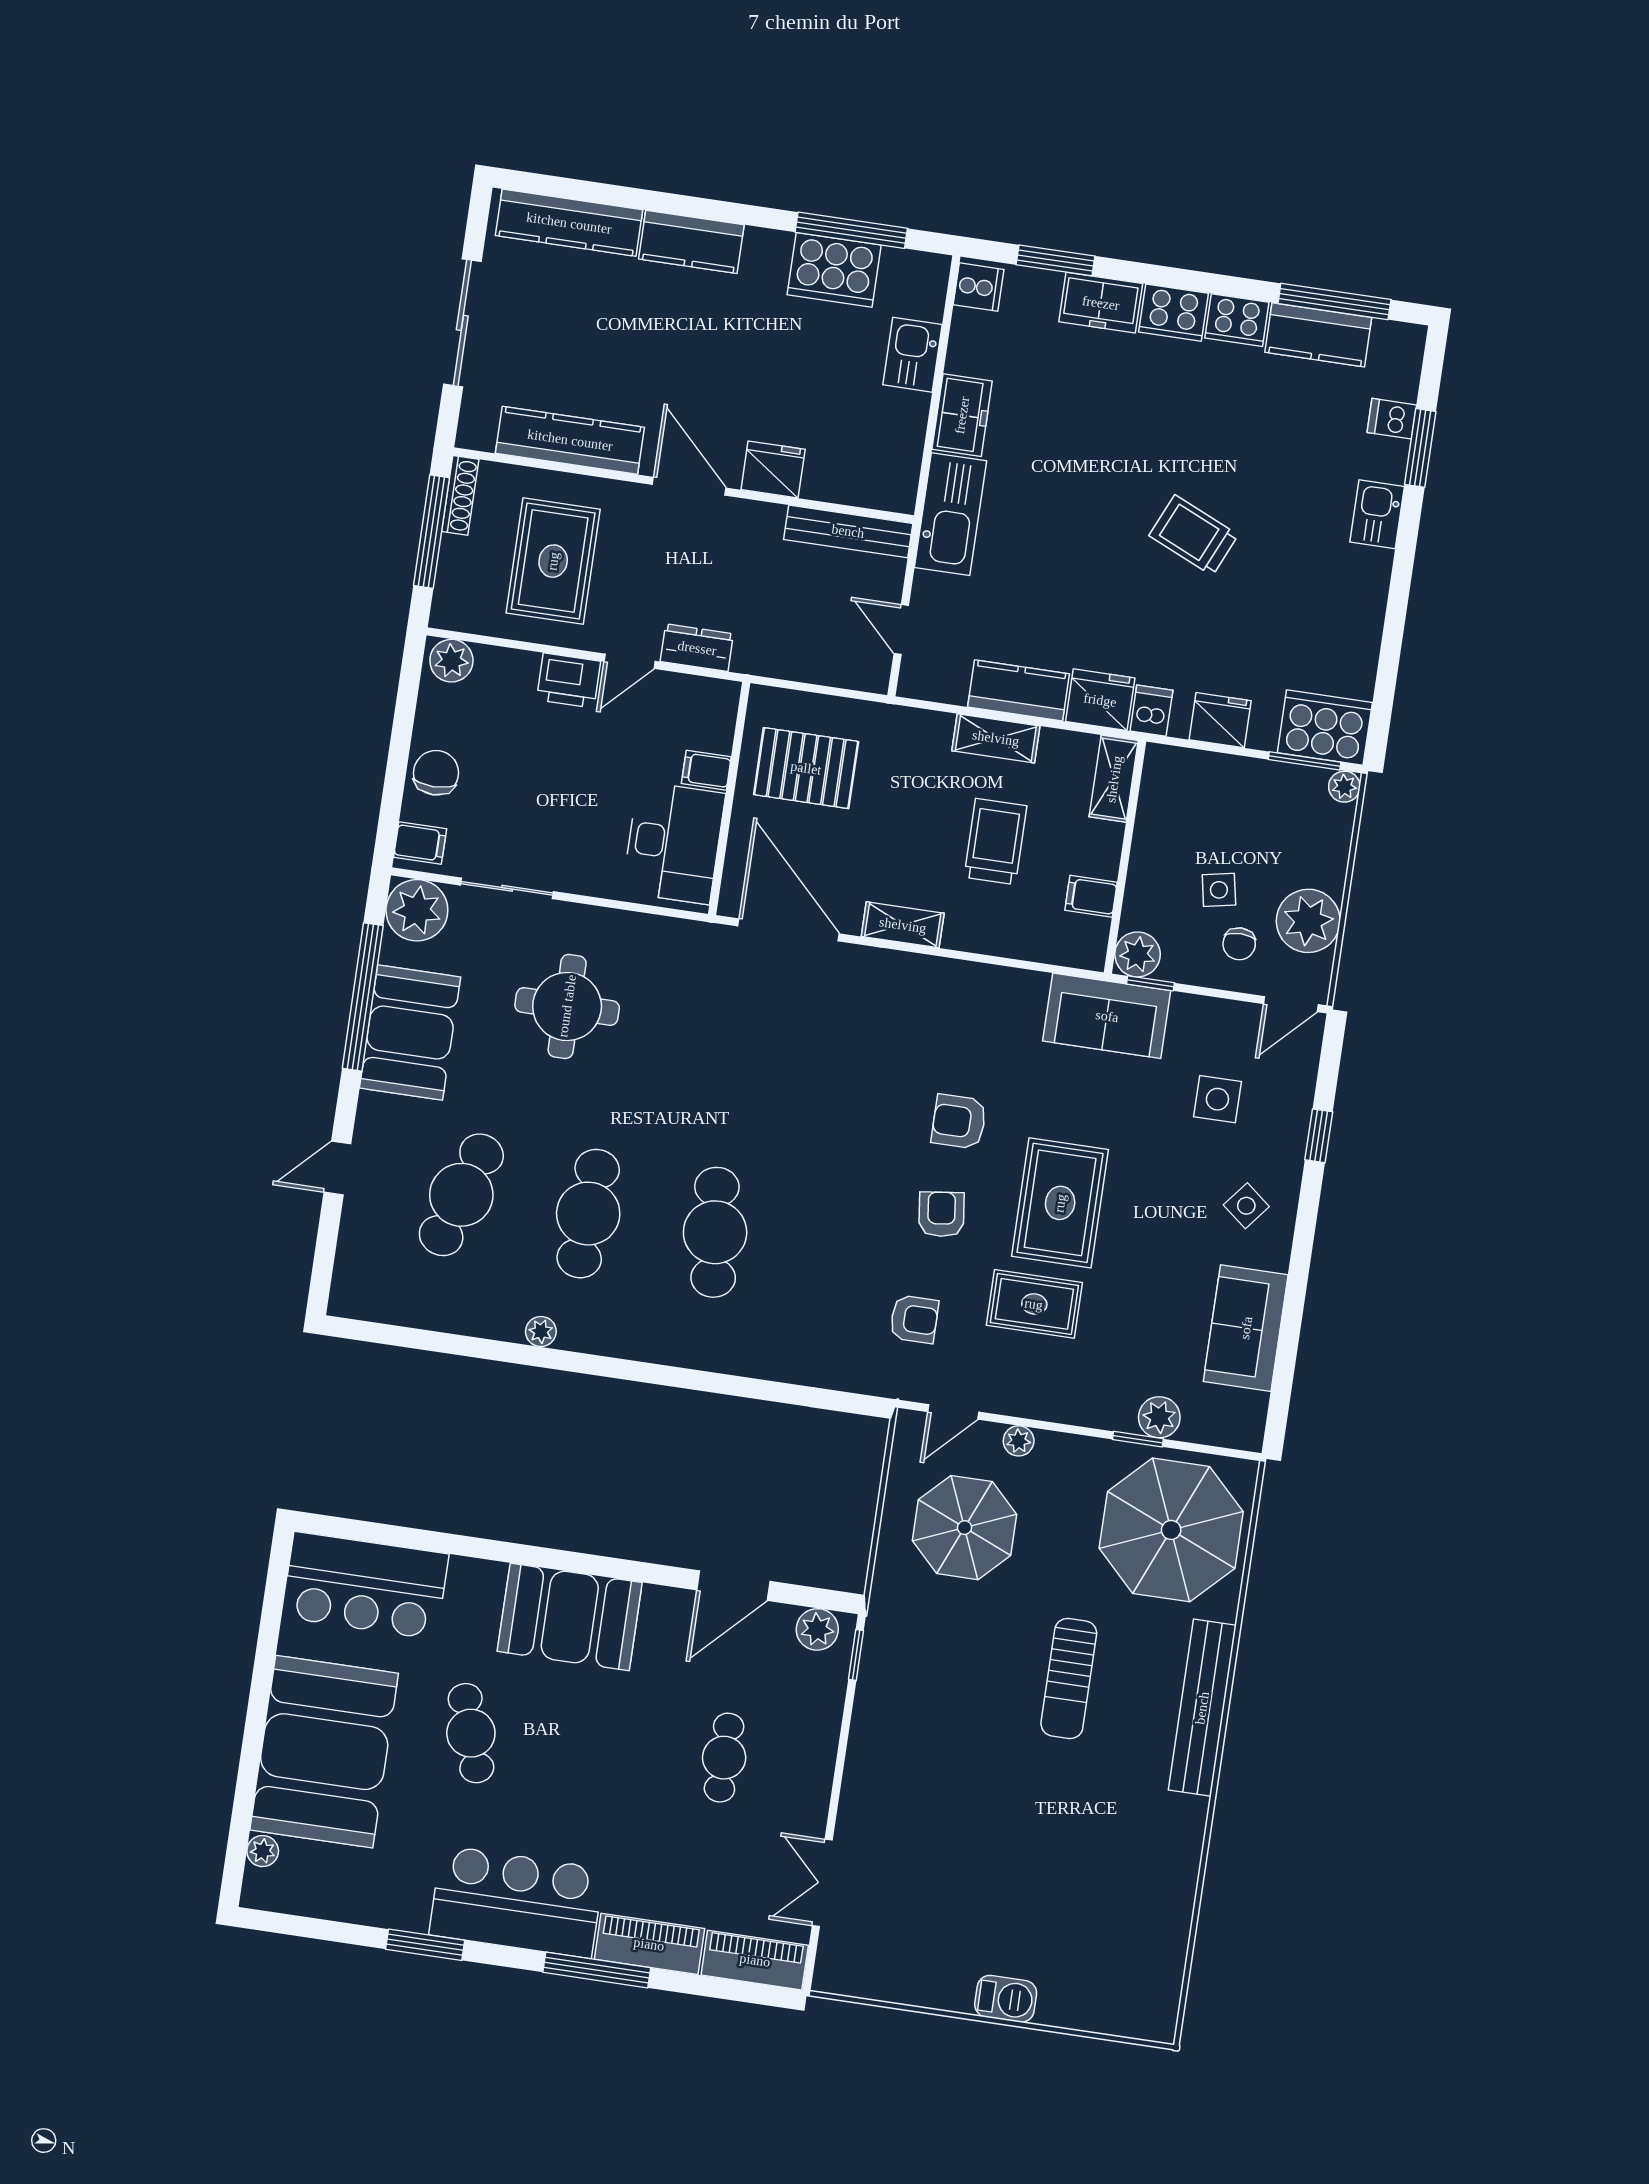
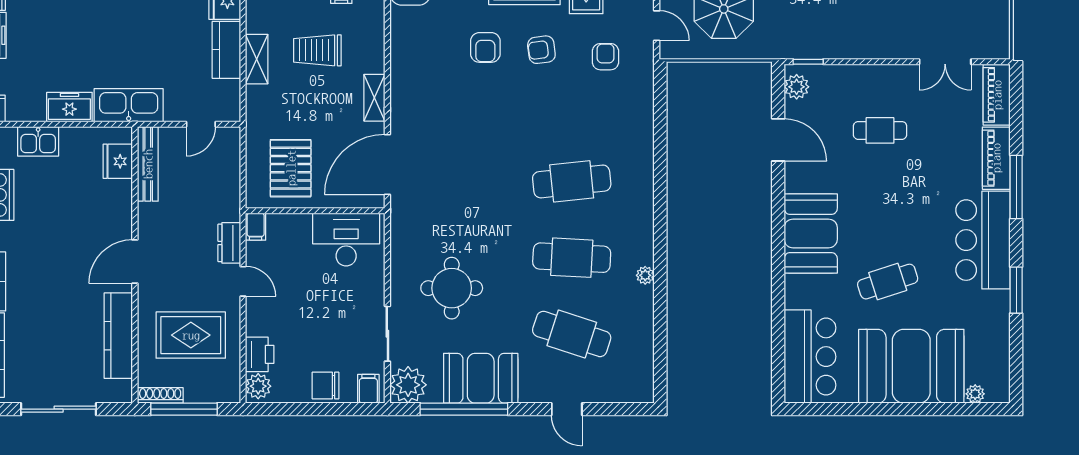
fridge: (773, 469) -> (118, 161), moved
printer: (569, 680) -> (260, 354), moved
filing cabinet: (706, 770) -> (256, 227), moved

